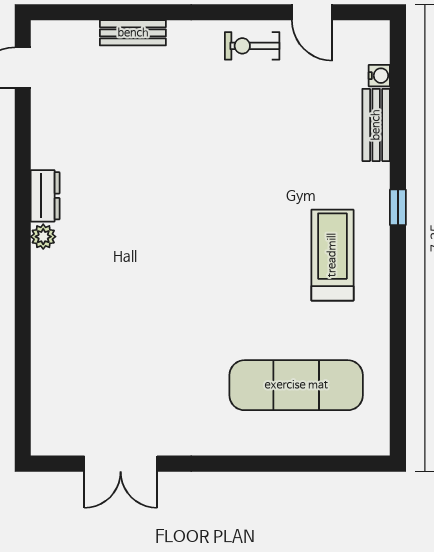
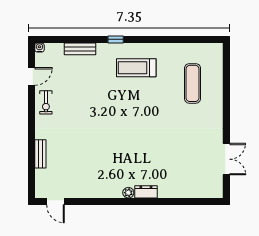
water cooler: (379, 76) -> (39, 48), moved
dresser: (45, 196) -> (146, 192), moved
exercise mat: (296, 385) -> (193, 83), width x0.73, depth x0.69

